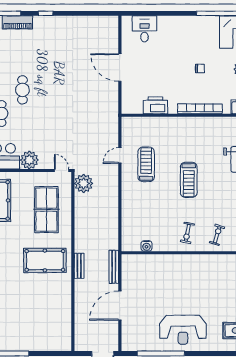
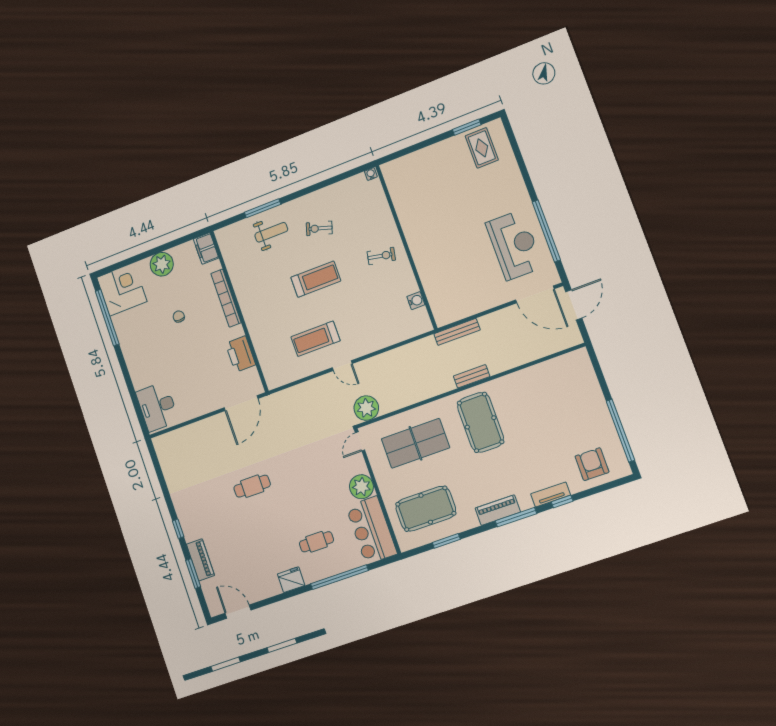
desk: (144, 29) -> (157, 407), width x1.37
door: (120, 67) -> (241, 403), moved
cafe table: (22, 90) -> (252, 486), moved
door: (120, 155) -> (342, 366), moved
exercise bike: (217, 235) -> (319, 228), moved
door: (120, 306) -> (535, 294), moved
reception desk: (183, 330) -> (514, 245), moved

